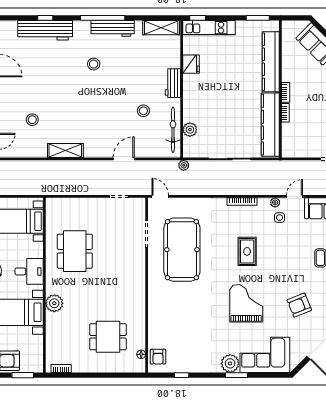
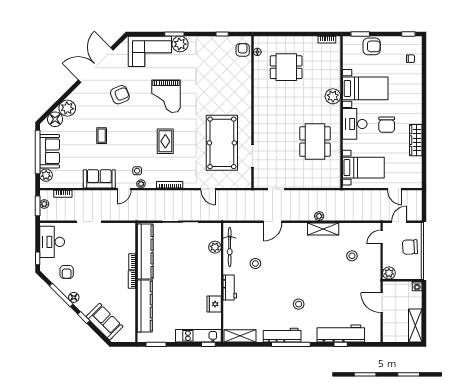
plant: (184, 165) -> (319, 216), moved
door: (160, 196) -> (208, 189), moved
desk: (29, 271) -> (355, 124), width x1.37

